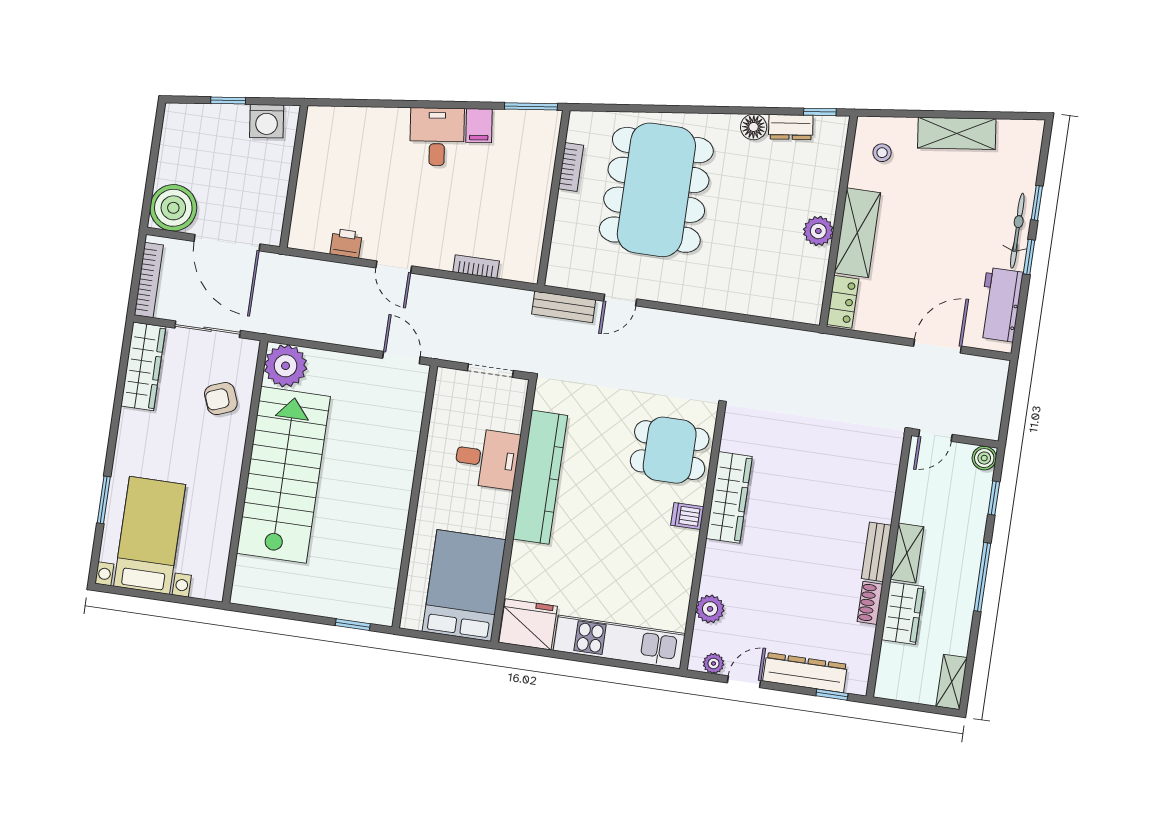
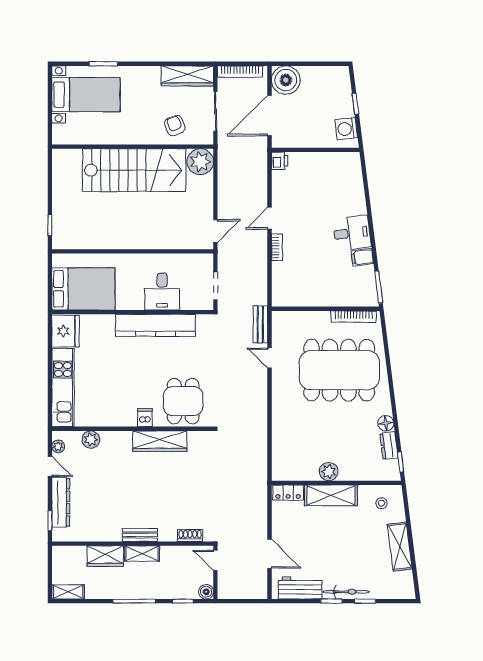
bookcase: (571, 167) -> (354, 317), width x1.56
printer: (346, 243) -> (280, 161), moved
bookcase: (476, 267) -> (277, 247), moved
shoe rack: (870, 603) -> (190, 536), moved

